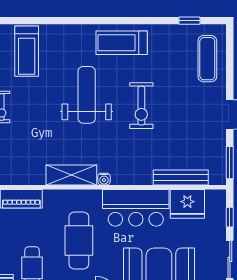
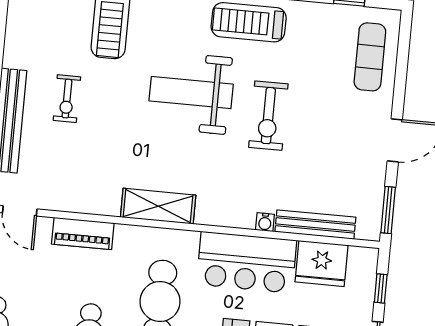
weight bench: (87, 95) -> (191, 93), turned -90
water cooler: (104, 179) -> (265, 222), moved

